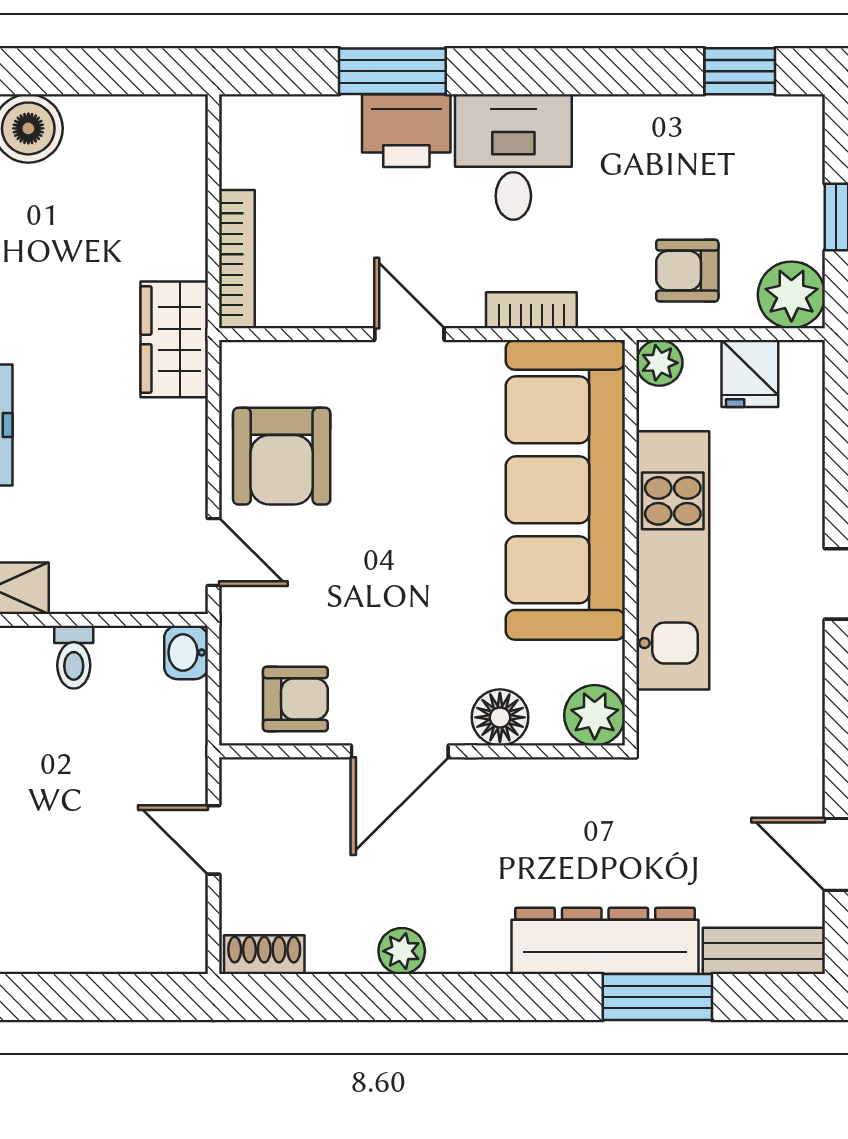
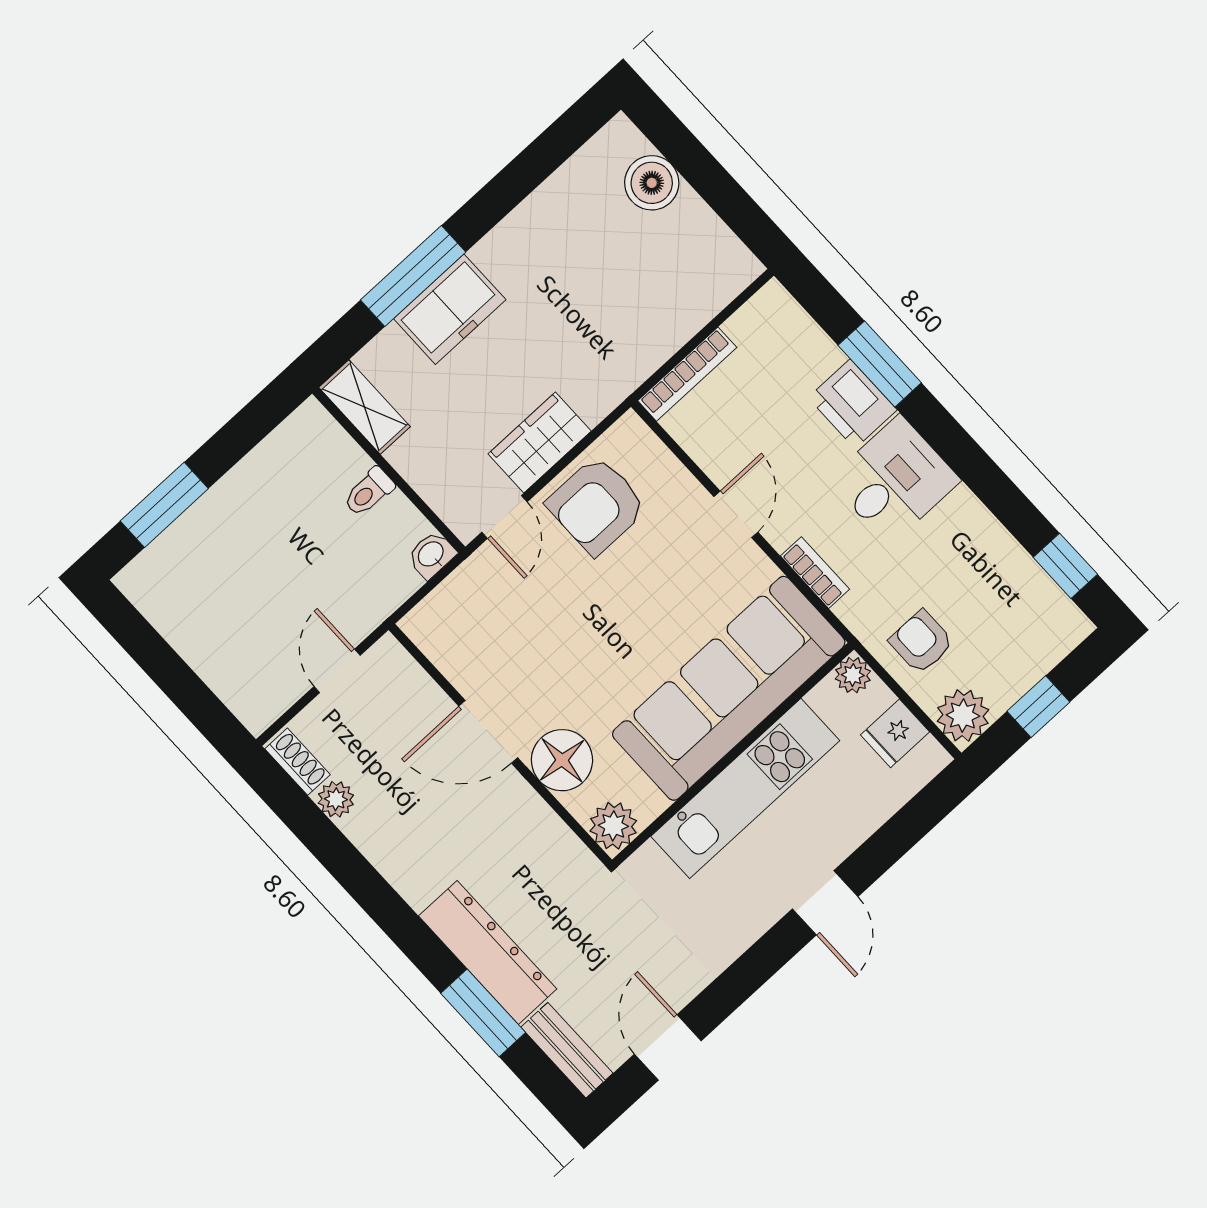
wardrobe: (174, 339) -> (540, 442), moved
armchair: (295, 699) -> (463, 643), removed
floor lamp: (500, 717) -> (562, 760), width x1.38, depth x1.38
plant: (402, 951) -> (336, 799), moved

